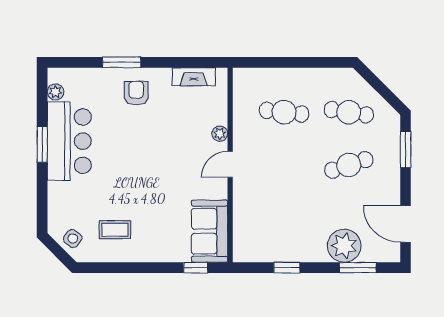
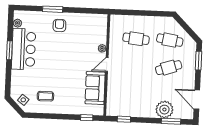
fireplace: (194, 77) -> (90, 18), removed
sofa: (210, 231) -> (95, 88), moved
window: (287, 268) -> (124, 119), moved

